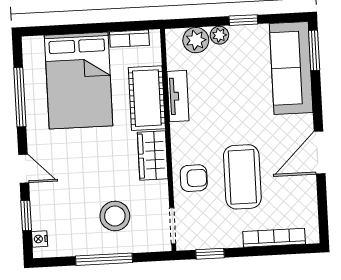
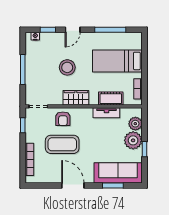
plant: (219, 35) -> (133, 140), width x1.87, depth x1.87
window: (314, 50) -> (113, 186), moved
bed: (79, 80) -> (117, 61), width x0.67
cot: (147, 98) -> (111, 99), width x0.73, depth x0.75
stool: (115, 216) -> (67, 67), moved

